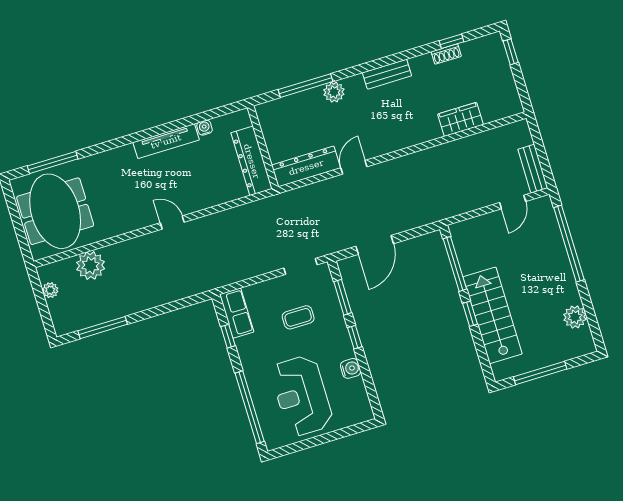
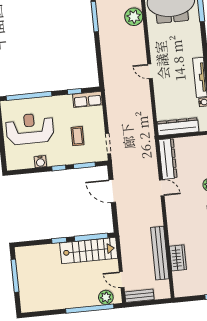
bench: (459, 150) -> (160, 253), added
door: (172, 222) -> (150, 71), swing flipped
stairs: (493, 315) -> (89, 251), moved
plant: (575, 317) -> (106, 297), moved

